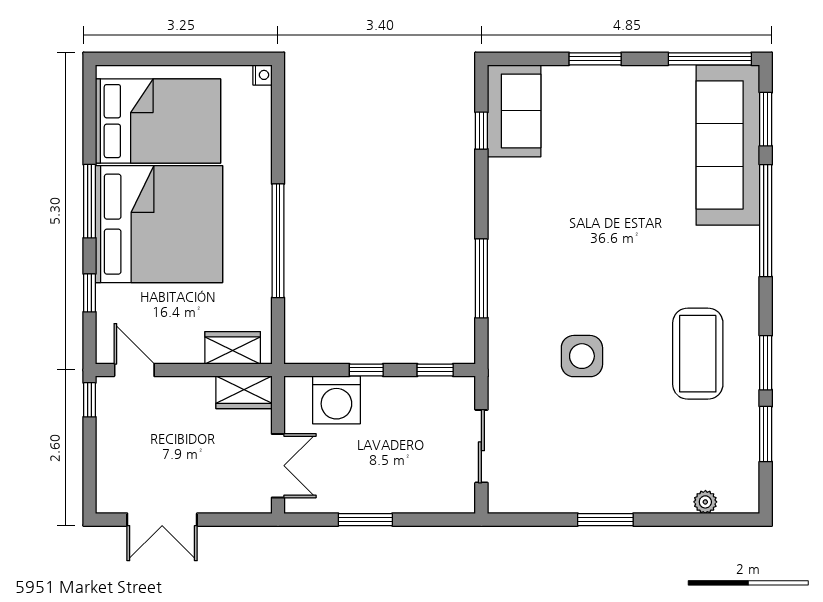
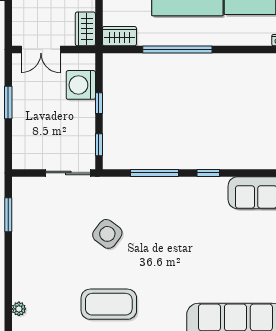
window: (481, 131) -> (208, 173), moved
wardrobe: (233, 348) -> (119, 36), moved, turned -90
side table: (582, 356) -> (107, 234), turned 37
sliding door: (481, 446) -> (68, 173), moved
window: (605, 520) -> (8, 215), moved

